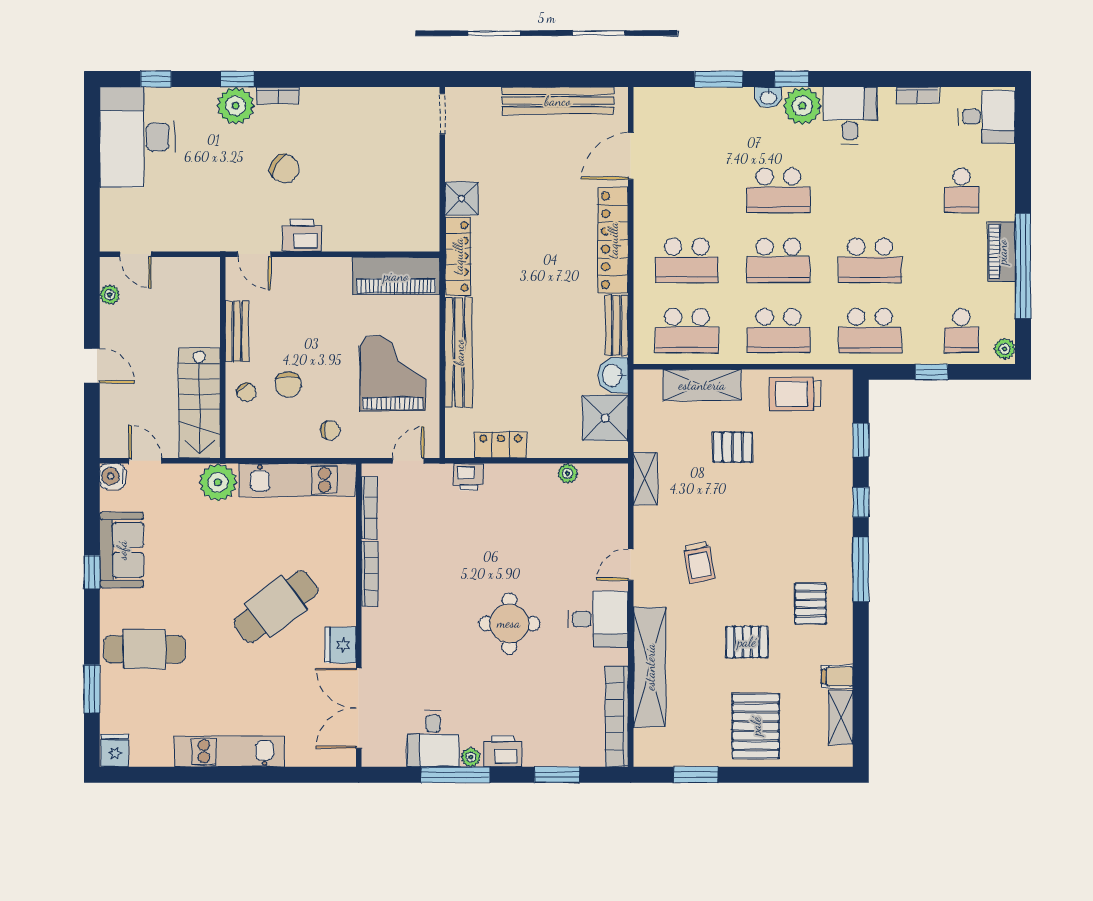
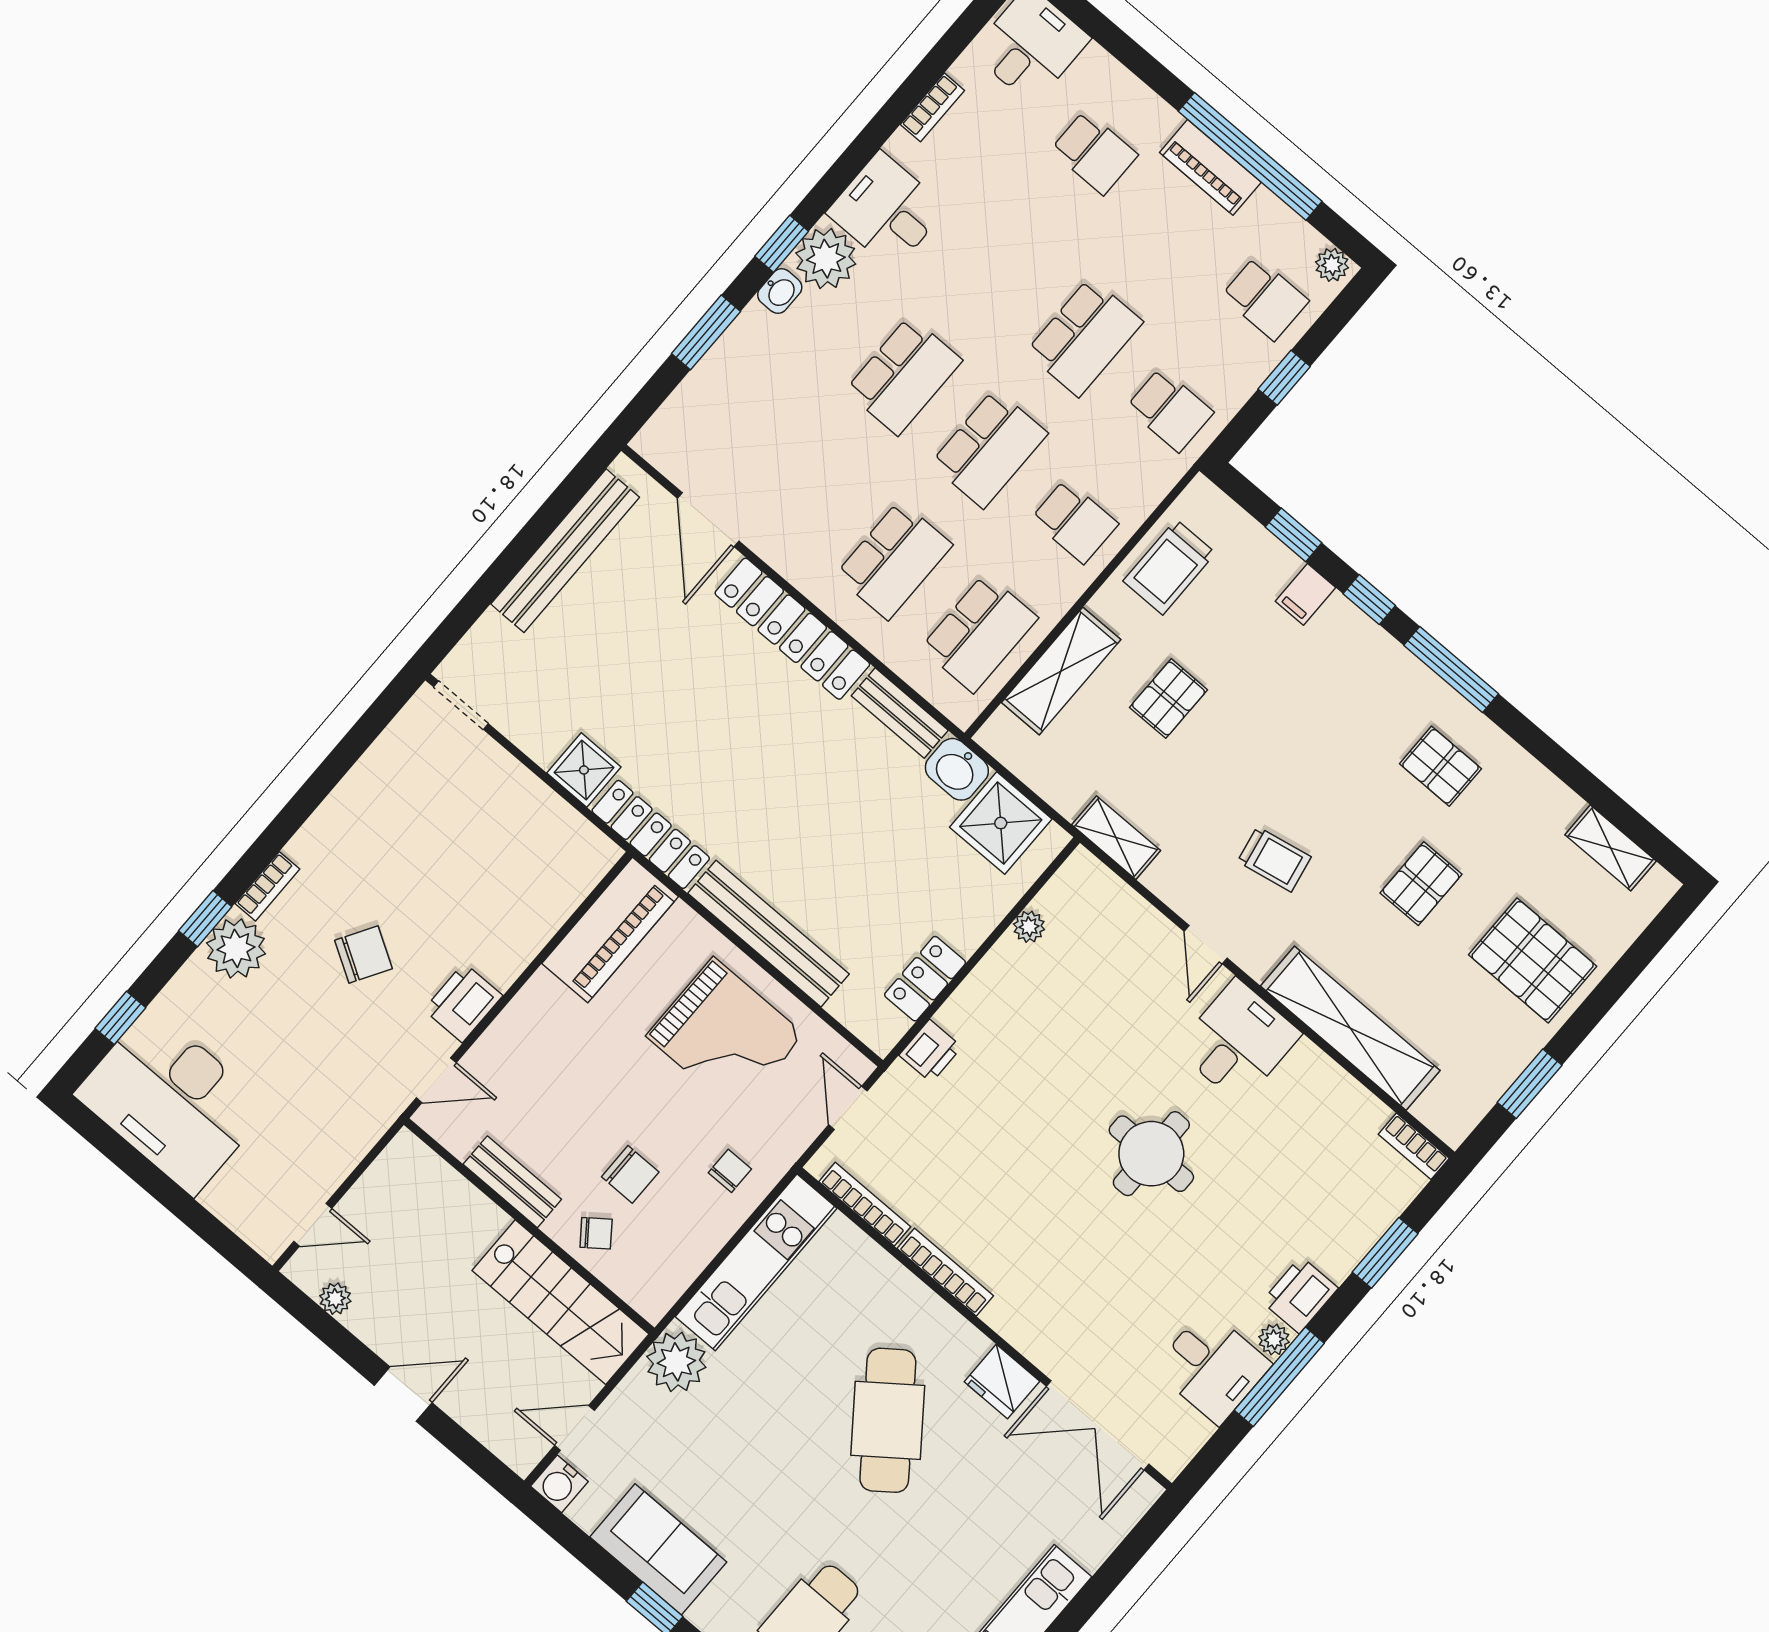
school desk: (778, 331) -> (1075, 521), width x0.54
school desk: (870, 331) -> (1170, 410), width x0.54
grand piano: (393, 373) -> (725, 1035), turned 180
filing cabinet: (837, 677) -> (1305, 594), moved
bookcase: (617, 716) -> (1414, 1146), width x0.43, depth x0.76

